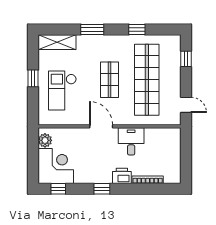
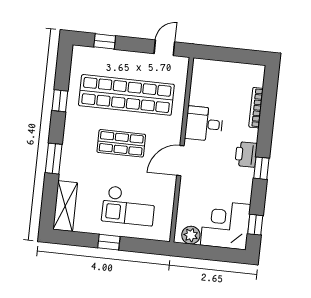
printer: (122, 176) -> (246, 154), moved

